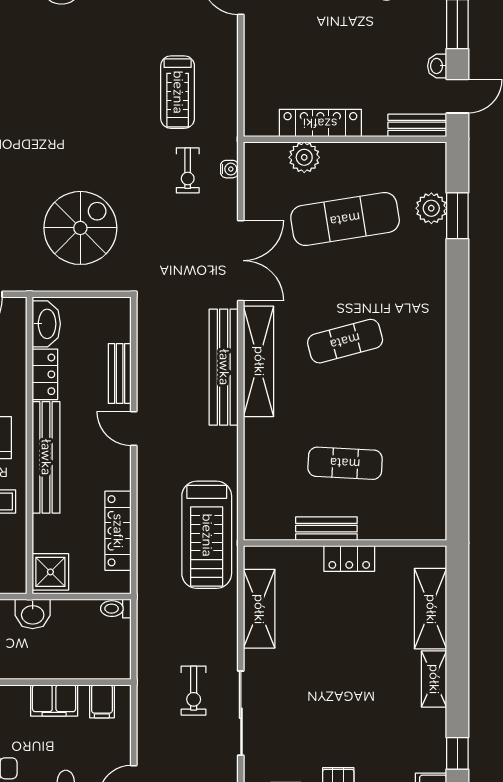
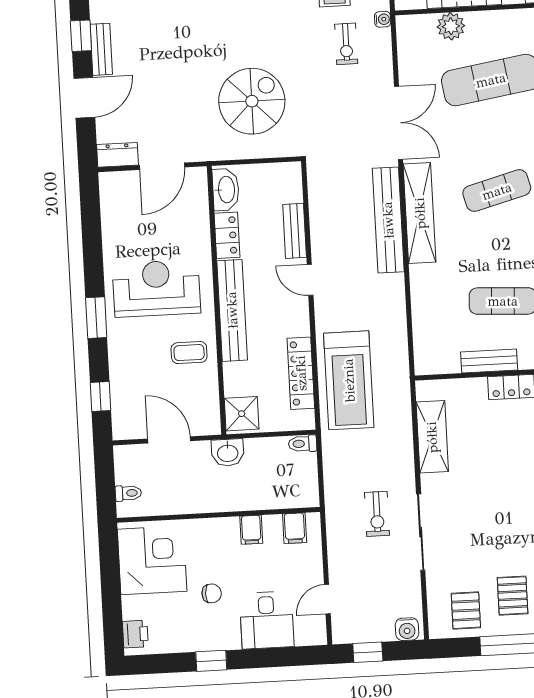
water cooler: (229, 169) -> (383, 19), moved
treadmill: (207, 535) -> (349, 380), moved
filing cabinet: (54, 700) -> (251, 530), width x0.50

